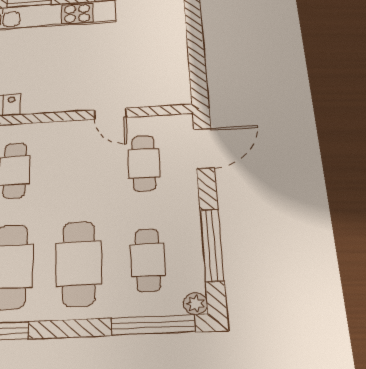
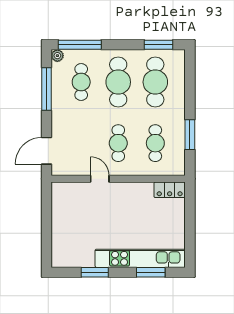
cafe table: (144, 163) -> (118, 143), moved

